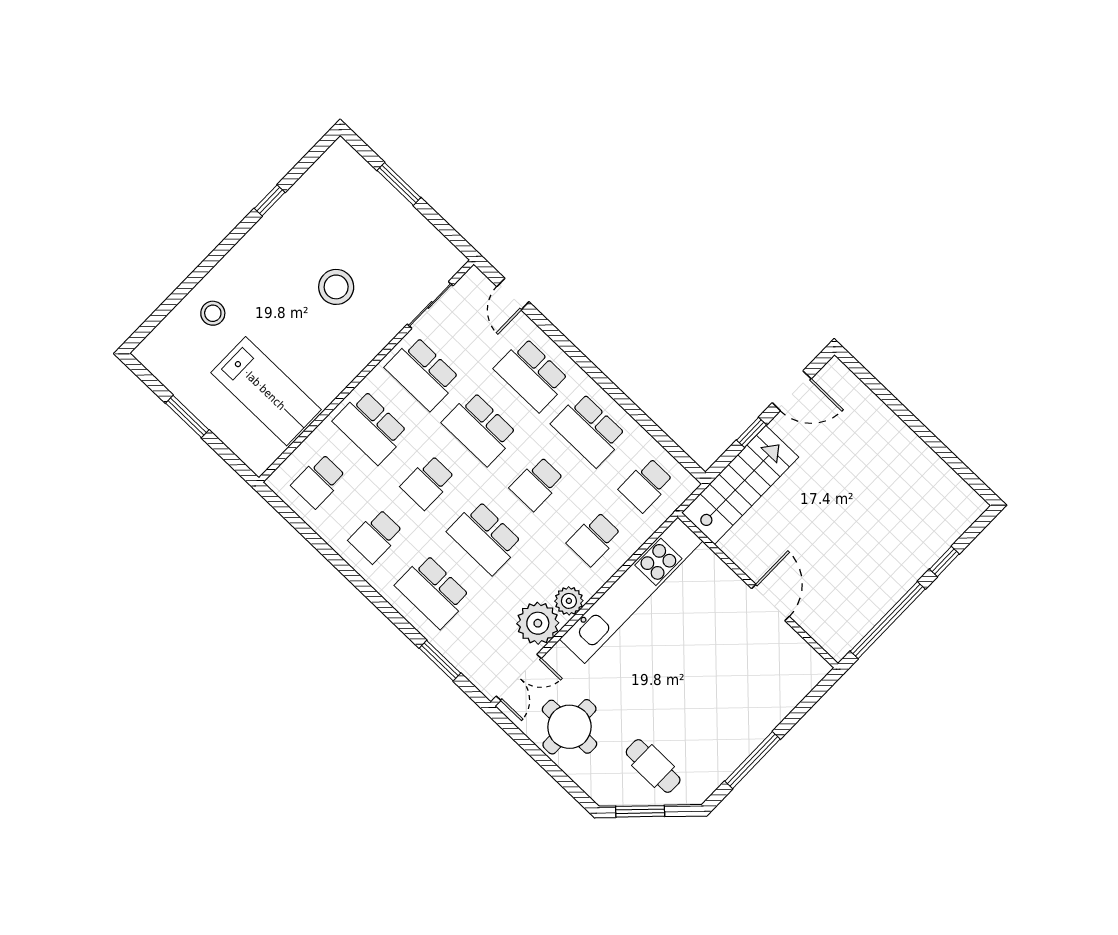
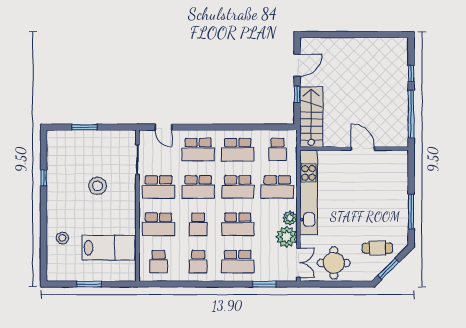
school desk: (537, 484) -> (238, 187), width x1.85
school desk: (594, 539) -> (277, 187), width x1.85

